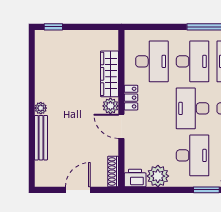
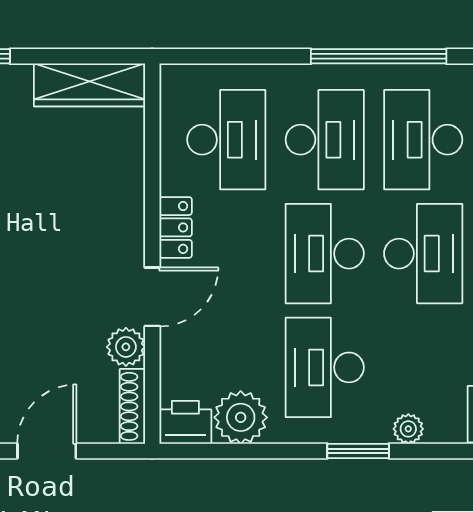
wardrobe: (110, 74) -> (90, 85), moved, turned -90
plant: (110, 106) -> (126, 347), moved
door: (121, 126) -> (152, 297), swing flipped
desk: (193, 155) -> (325, 367), turned 180

